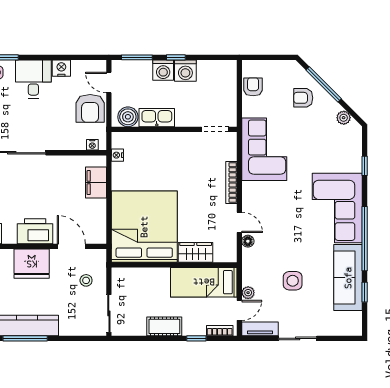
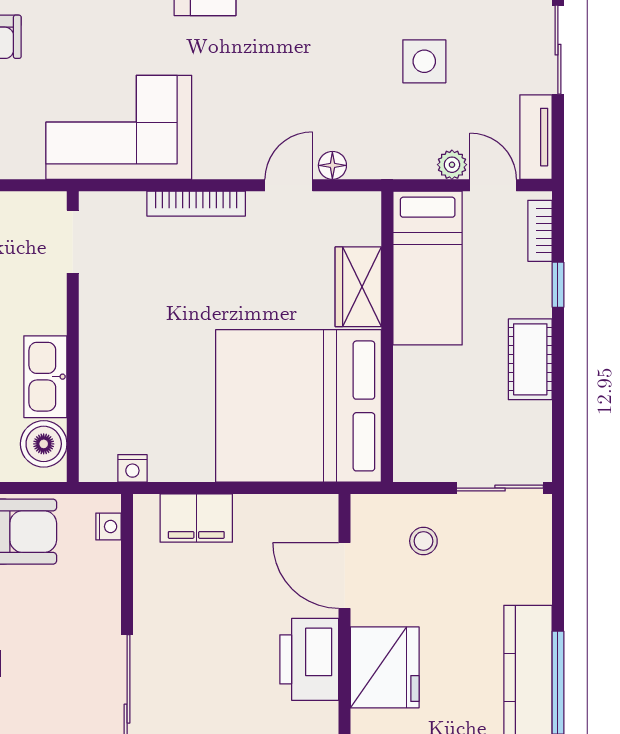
door: (71, 246) -> (344, 575), hinge flipped

